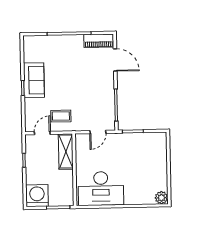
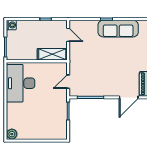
sofa: (34, 80) -> (118, 29), width x1.36
coffee table: (61, 116) -> (82, 51), removed
door: (98, 132) -> (68, 82), hinge flipped
washing machine: (37, 196) -> (11, 25), width x0.53, depth x0.53

